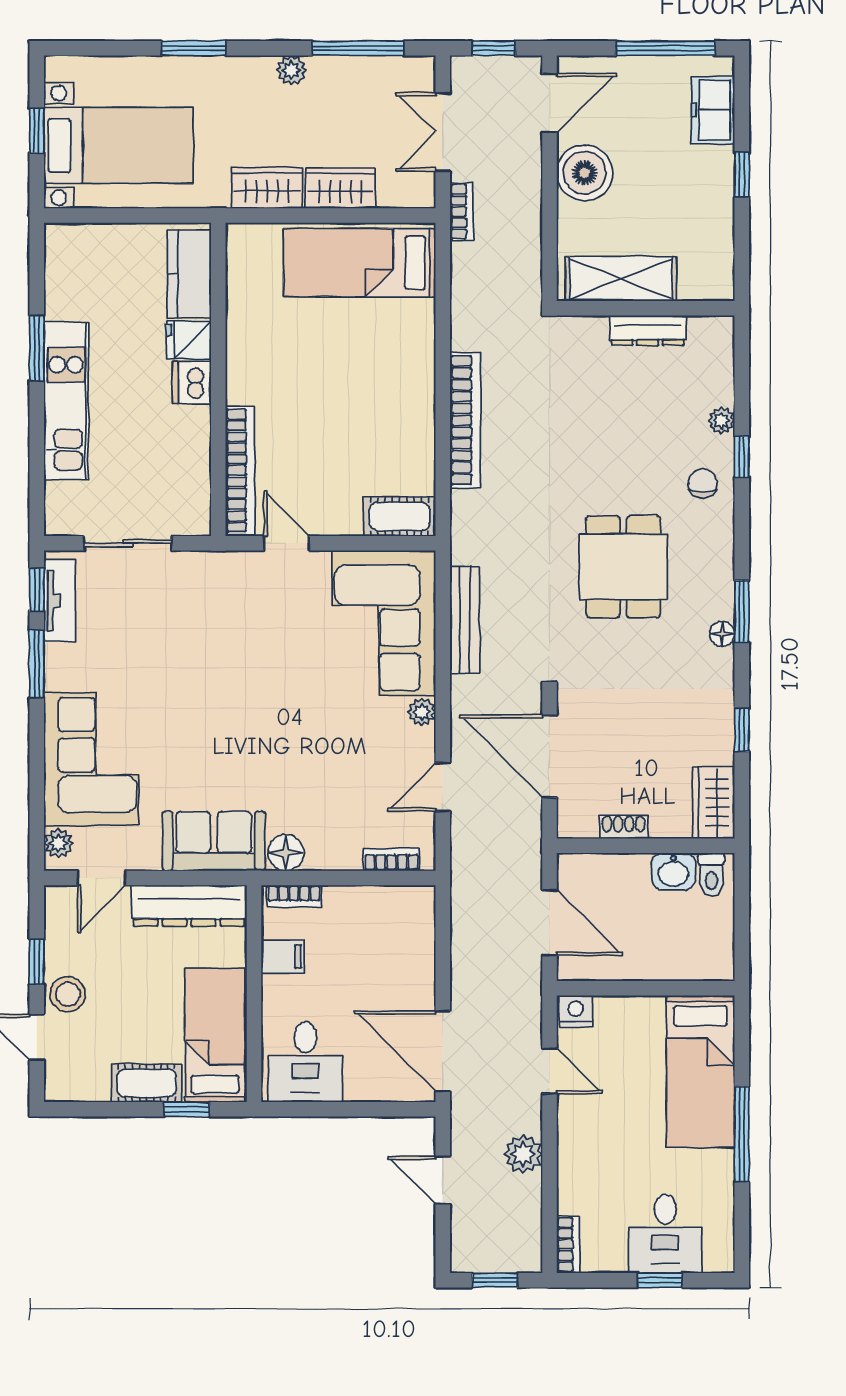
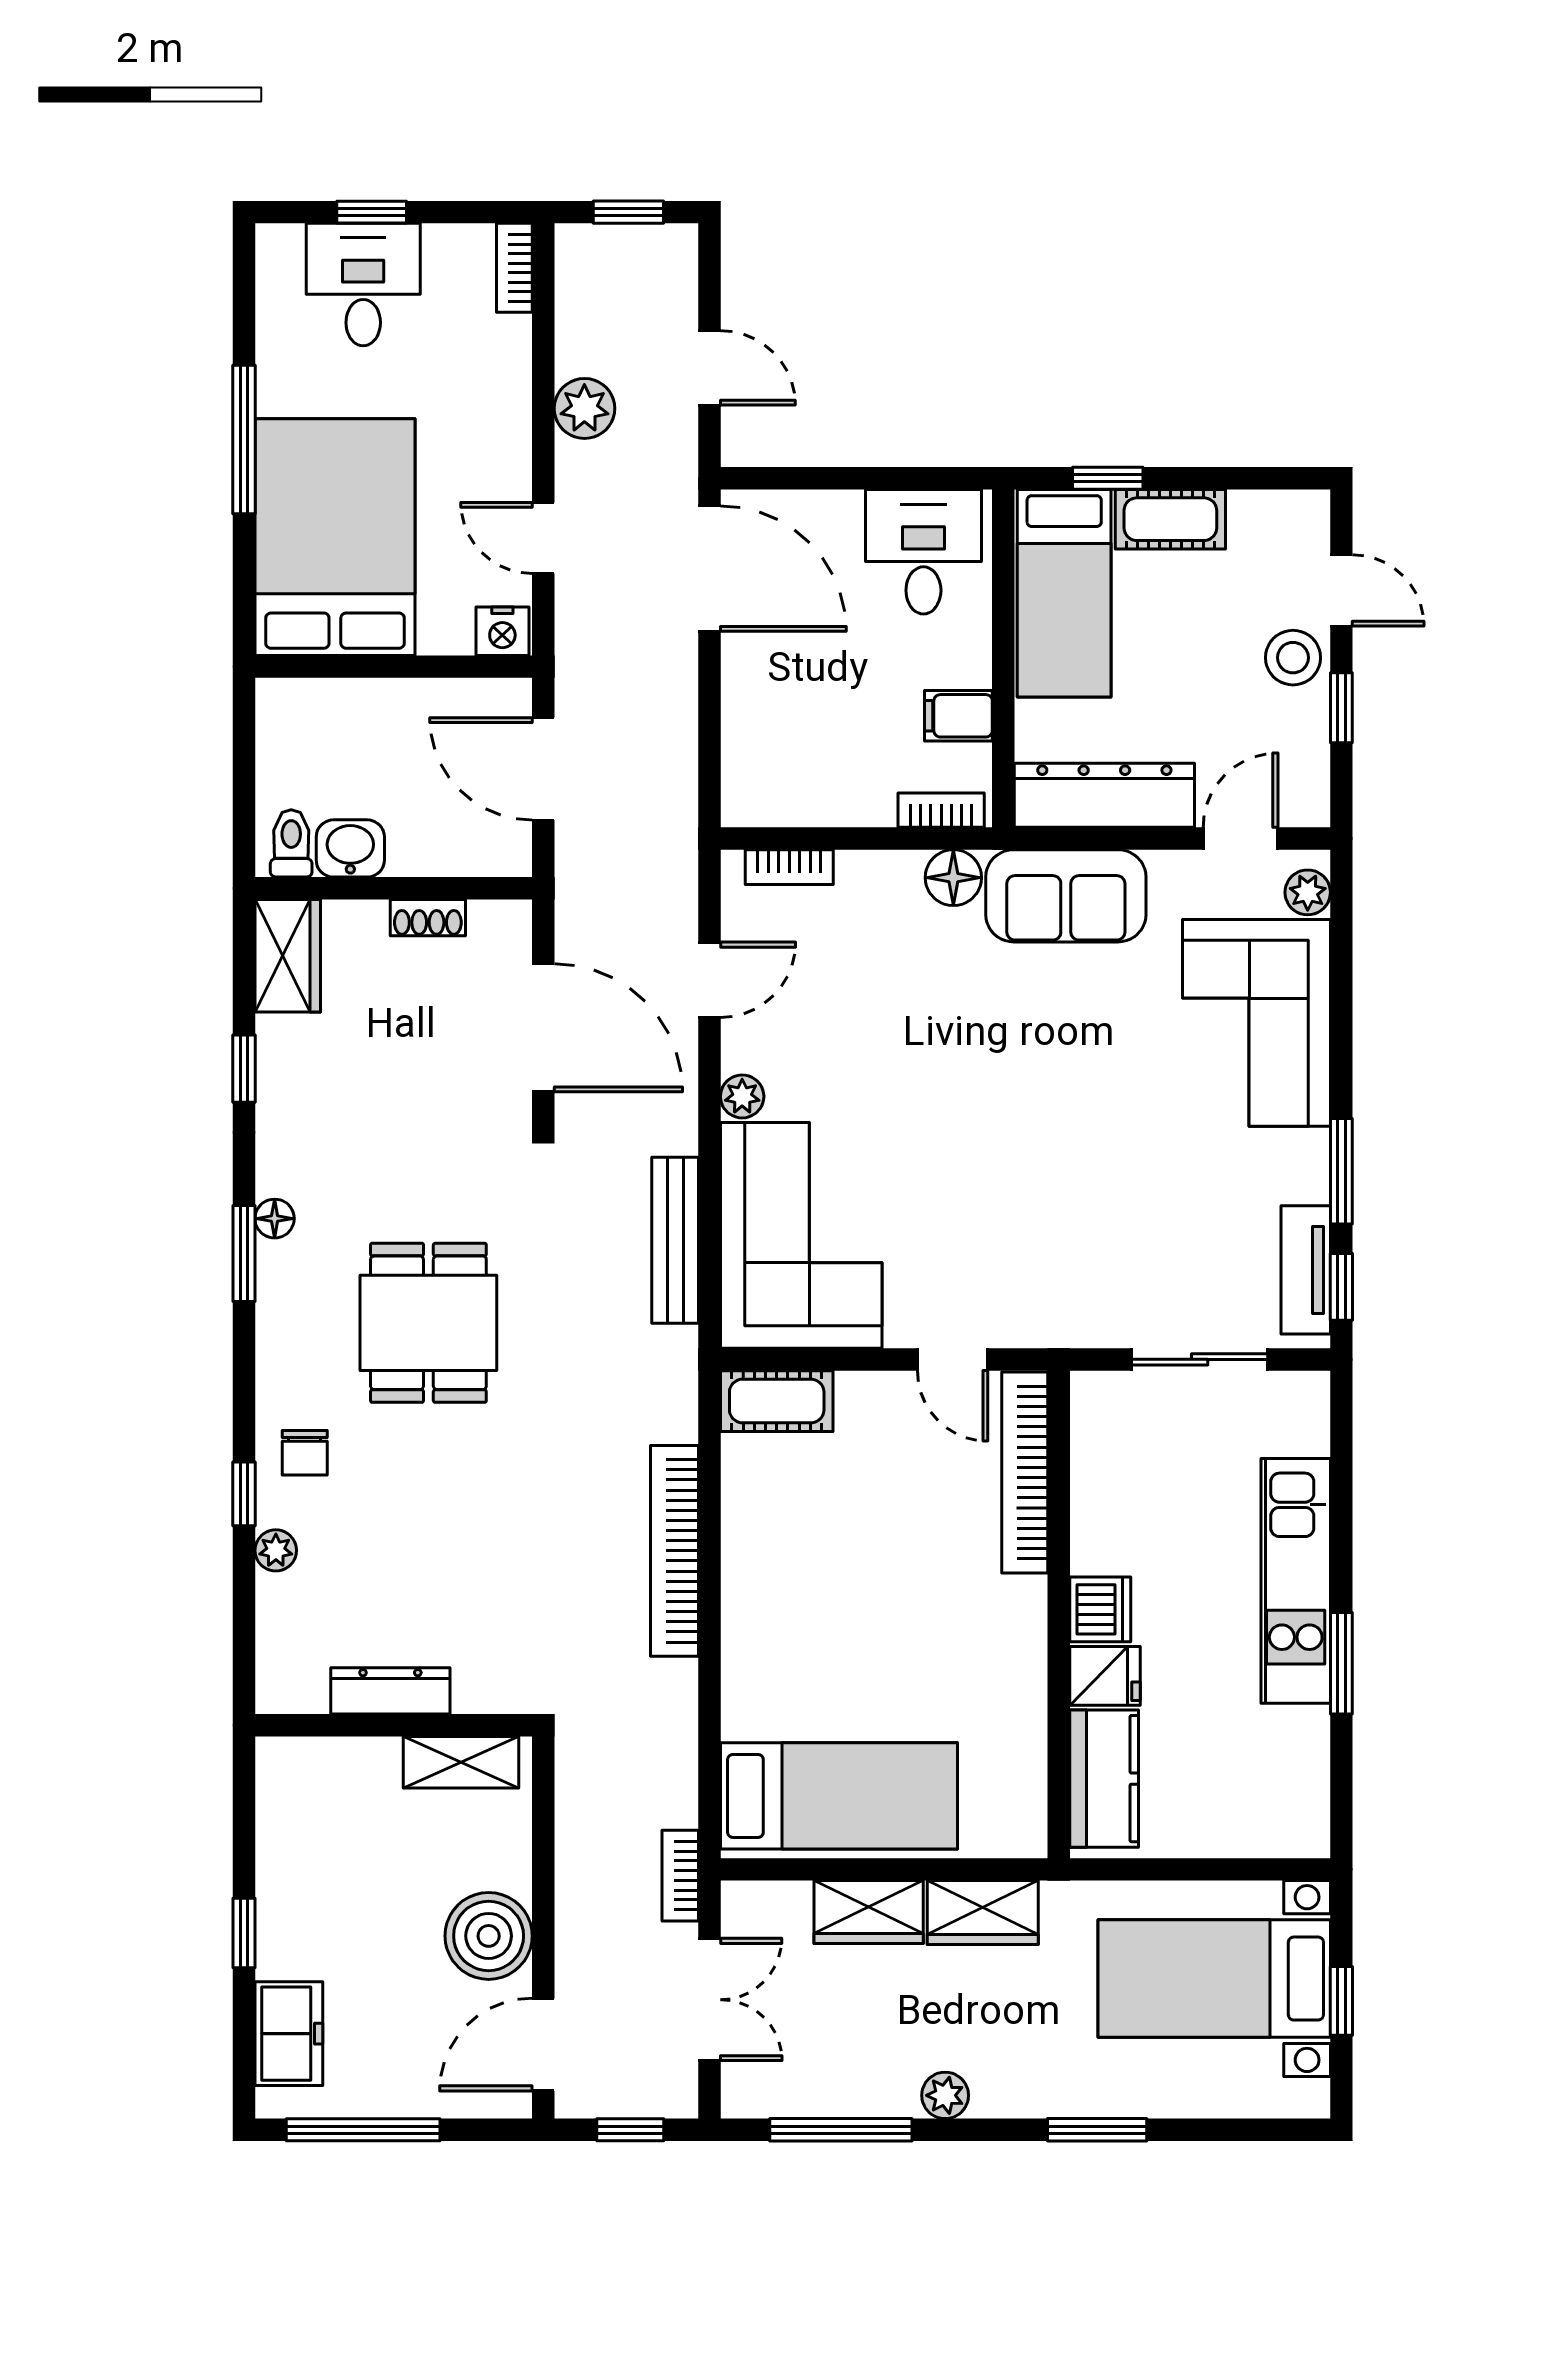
shelving: (621, 279) -> (461, 1762), width x0.67, depth x0.75
bed: (700, 1071) -> (335, 537), width x1.50

